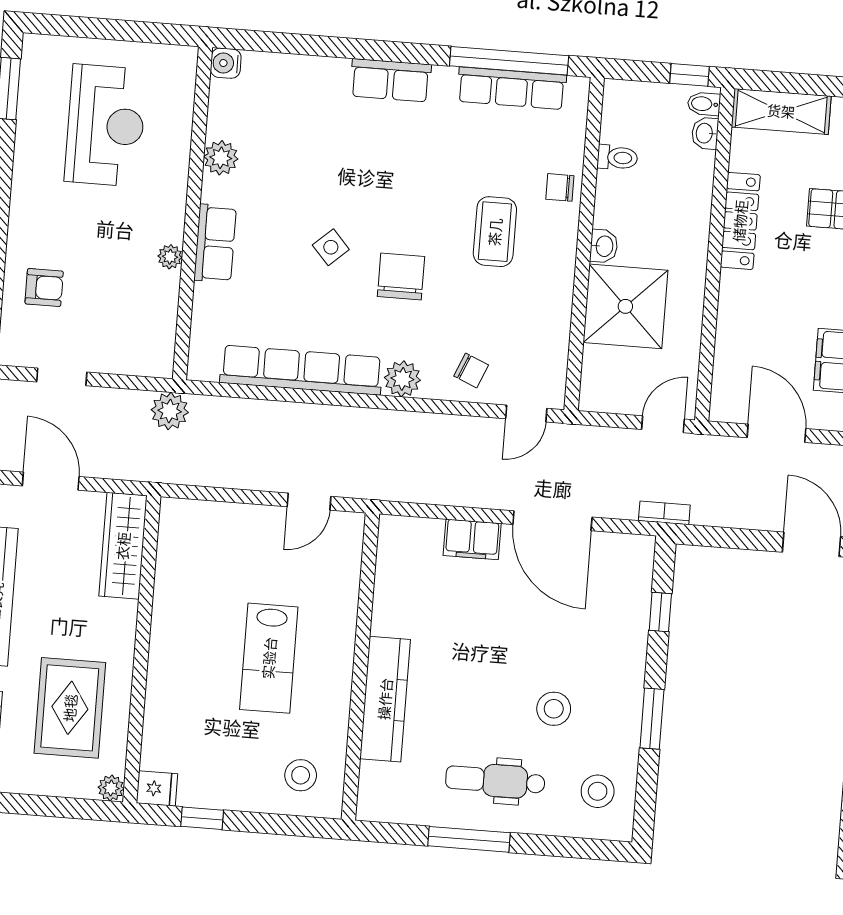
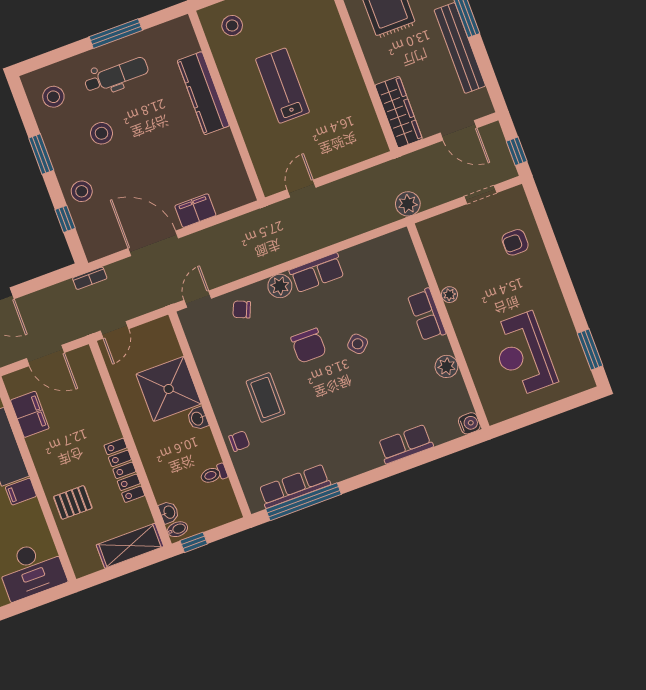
row of seats: (391, 80) -> (406, 444), moved
row of seats: (301, 370) -> (317, 273), width x0.50
stool: (619, 640) -> (82, 191), added

